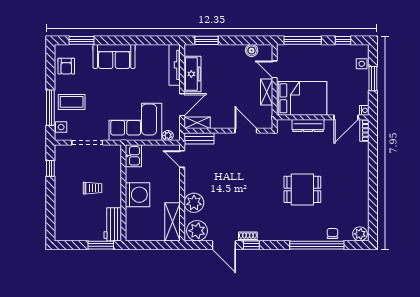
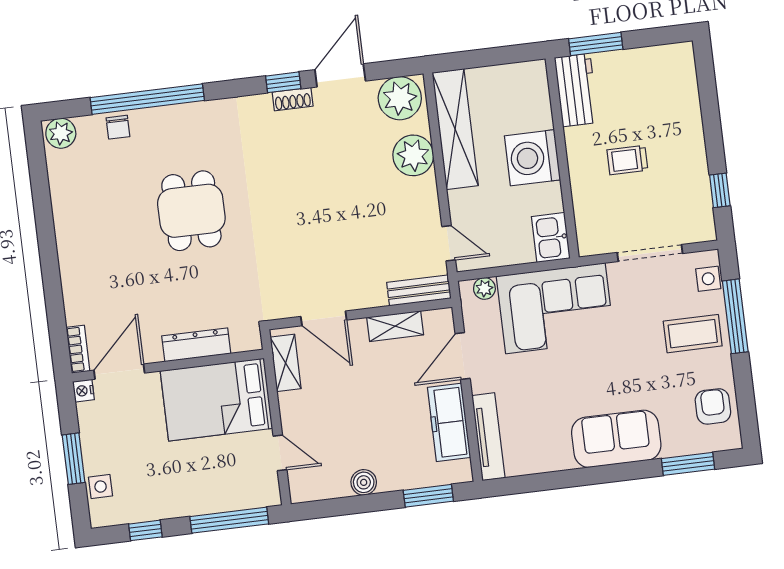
boiler: (252, 50) -> (364, 482), moved
shelving: (267, 92) -> (286, 363), moved
shelving: (197, 123) -> (395, 326), moved
dining table: (302, 189) -> (191, 211), turned 90
shelving: (172, 222) -> (455, 129), width x1.47
door: (224, 245) -> (340, 75), hinge flipped

